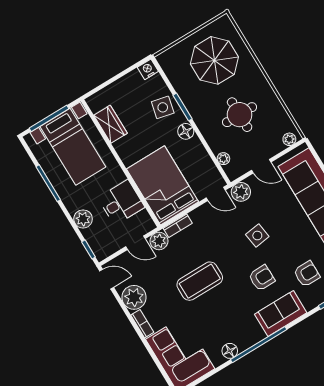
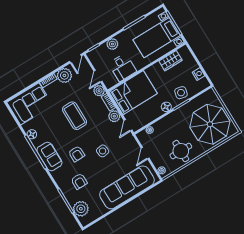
parasol: (214, 60) -> (210, 124), width x1.36, depth x1.36
nightstand: (148, 69) -> (198, 74), moved
round table: (240, 115) -> (181, 151), moved
plant: (241, 192) -> (114, 116), moved
sofa: (281, 313) -> (49, 156), moved

